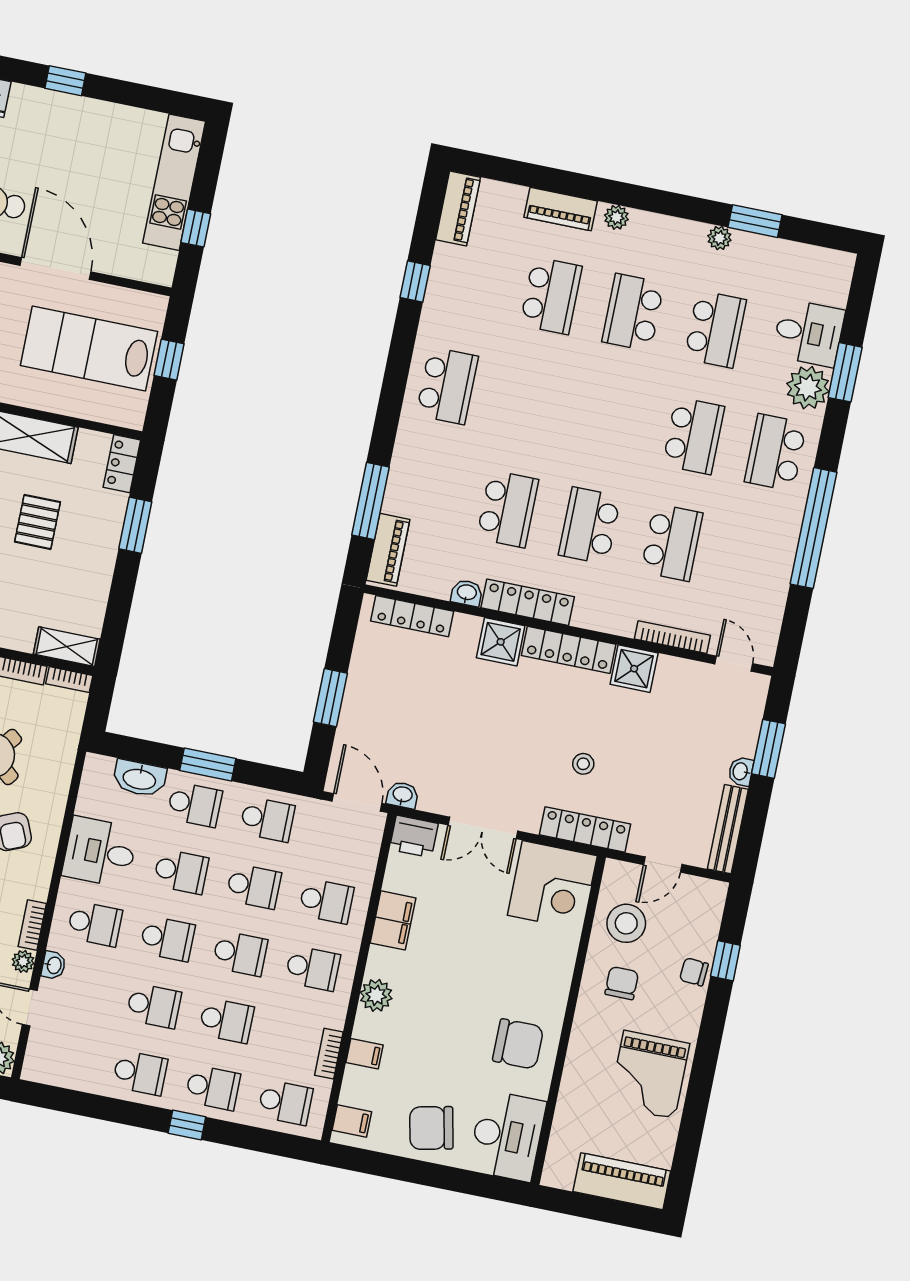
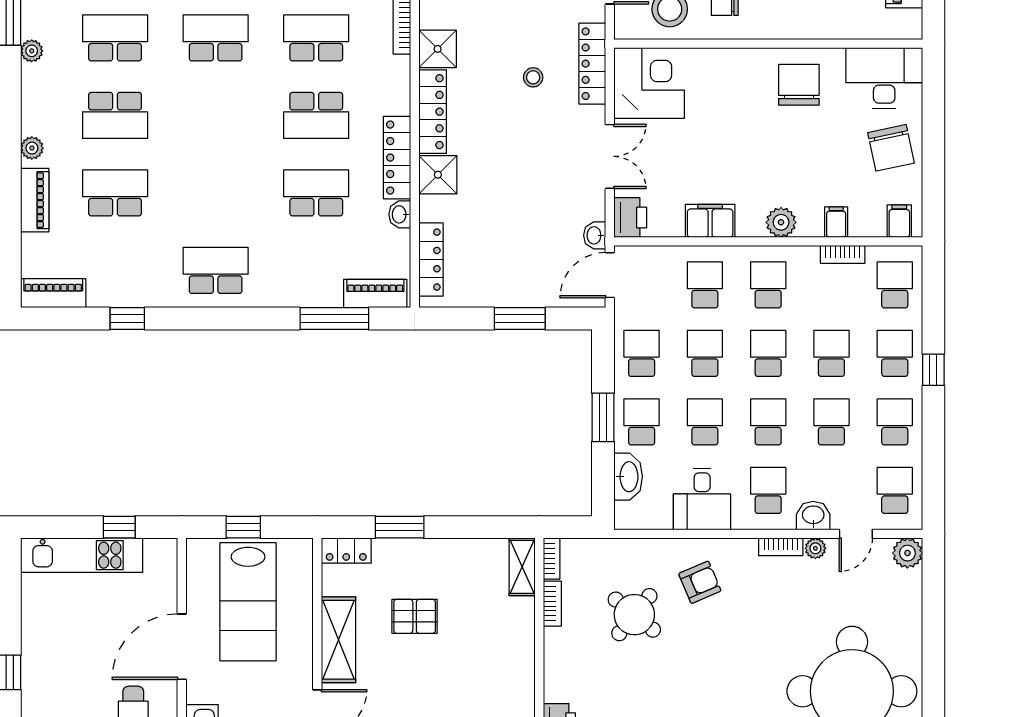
washbasin: (54, 965) -> (813, 516), width x1.38, depth x1.45
school desk: (67, 1058) -> (895, 490), added

